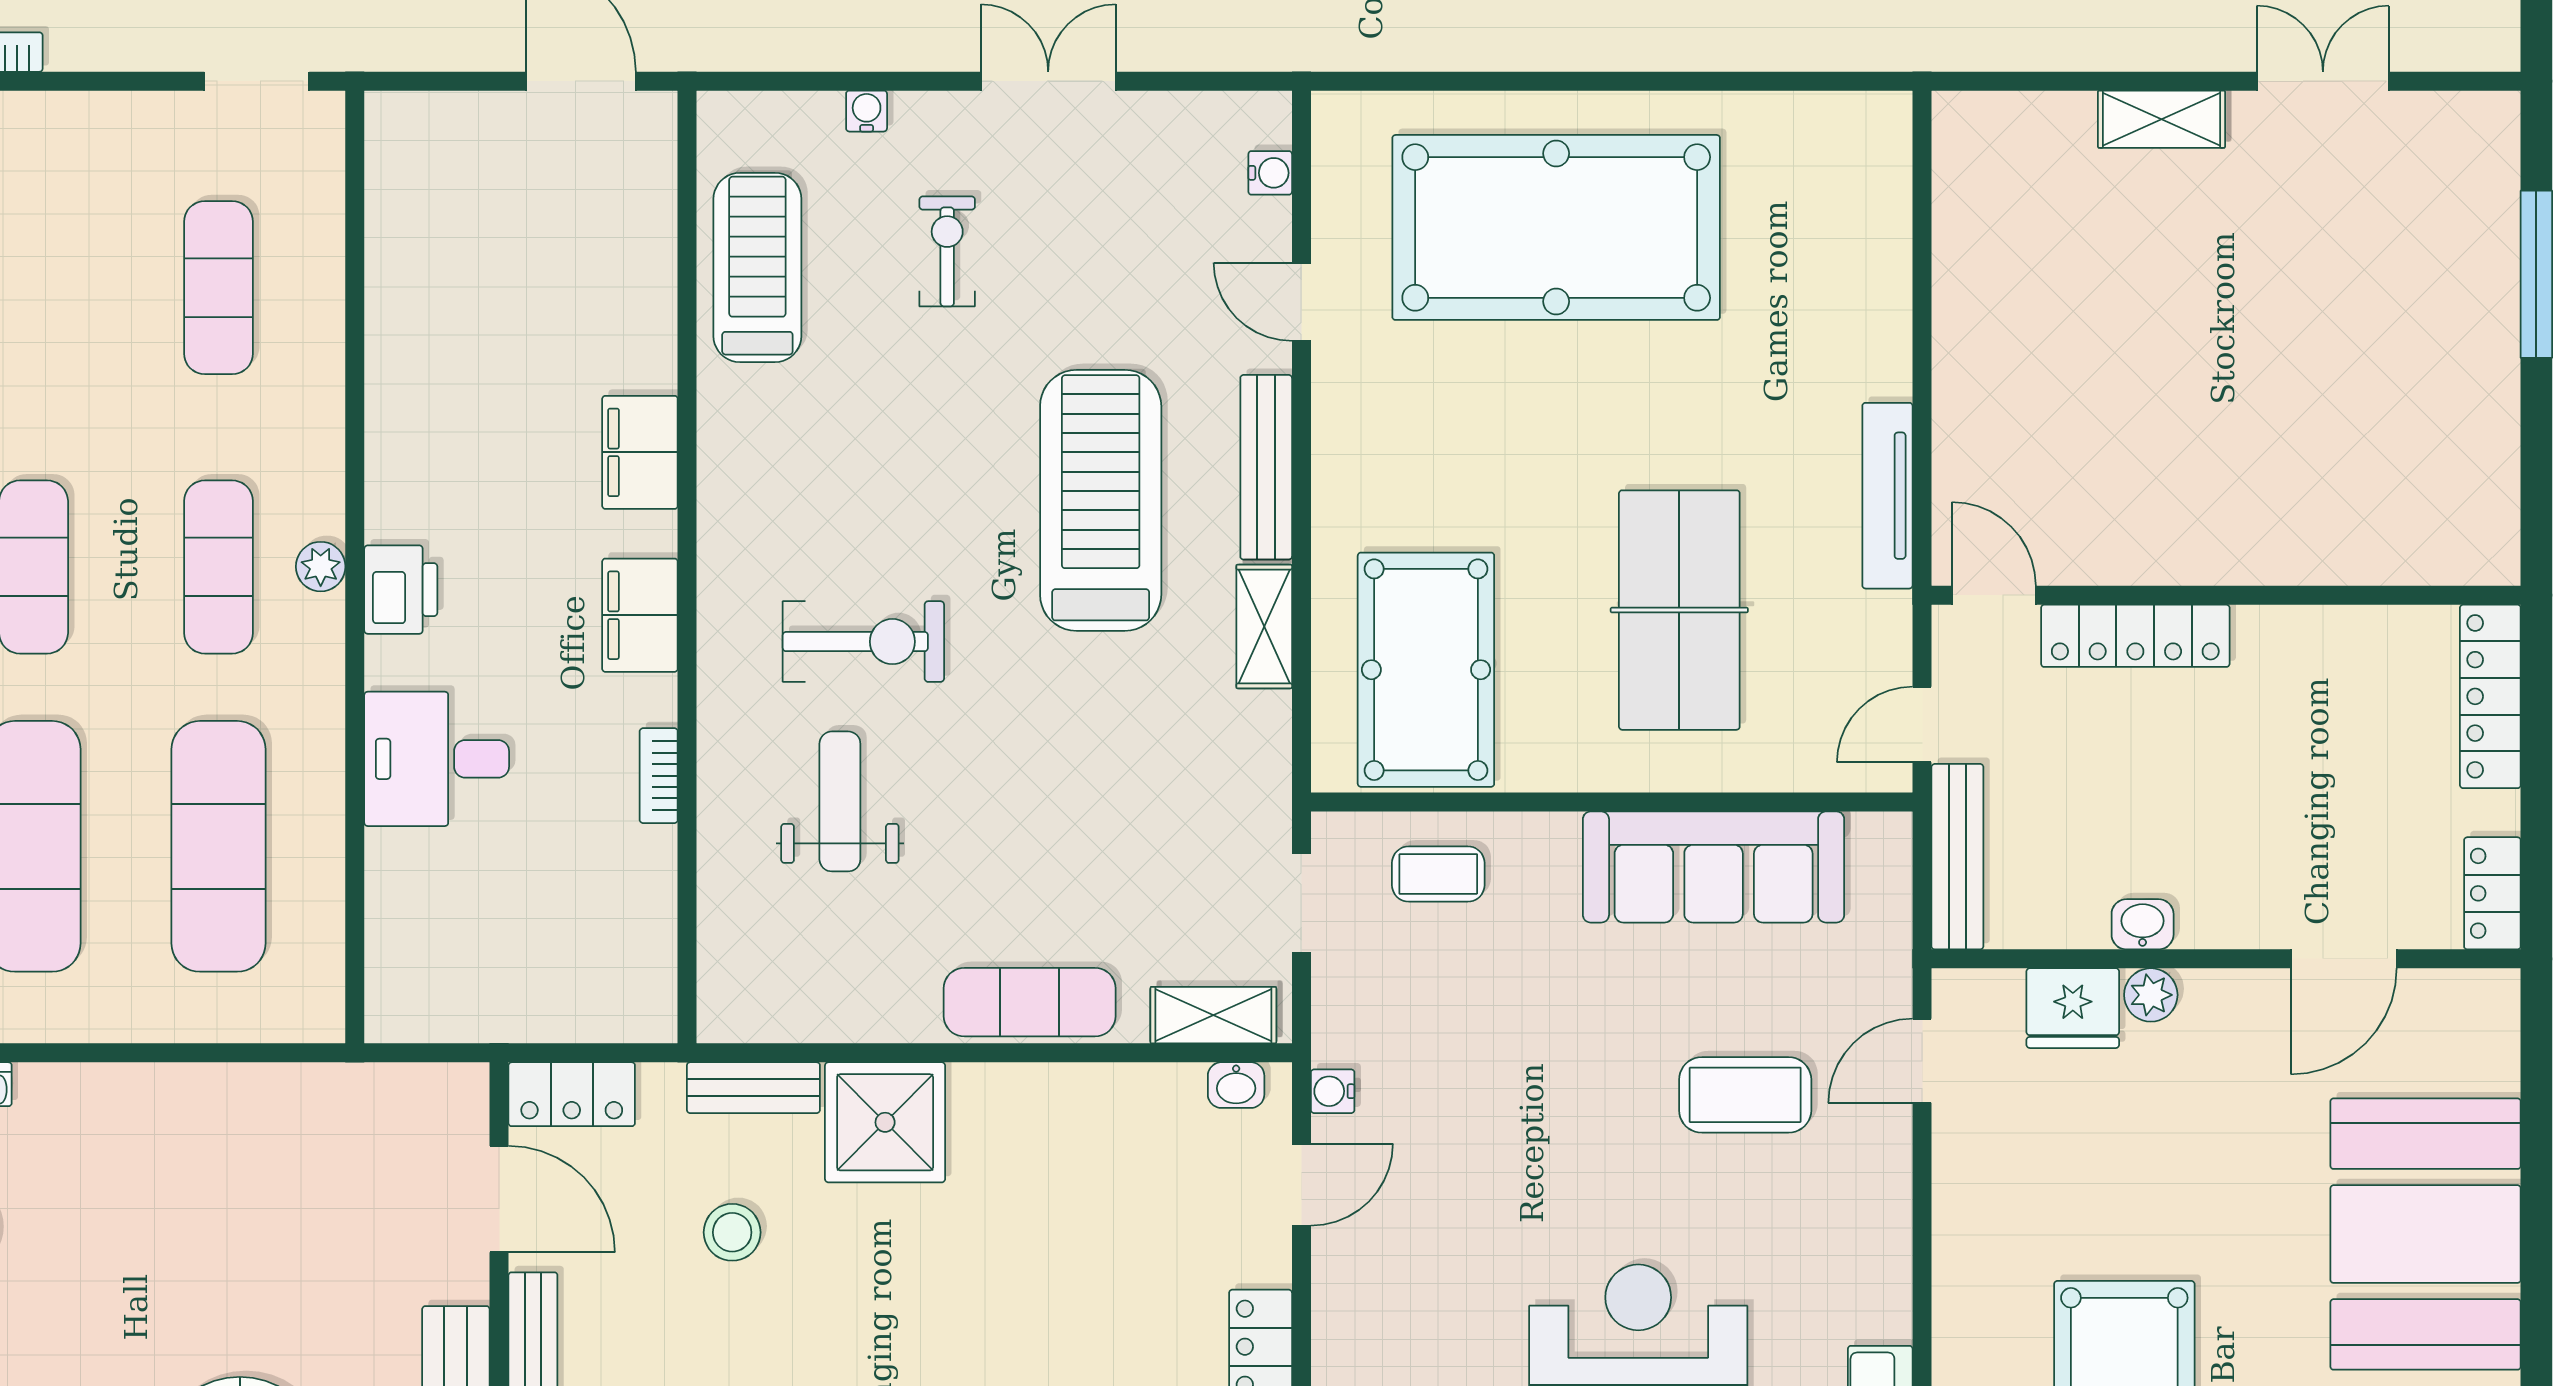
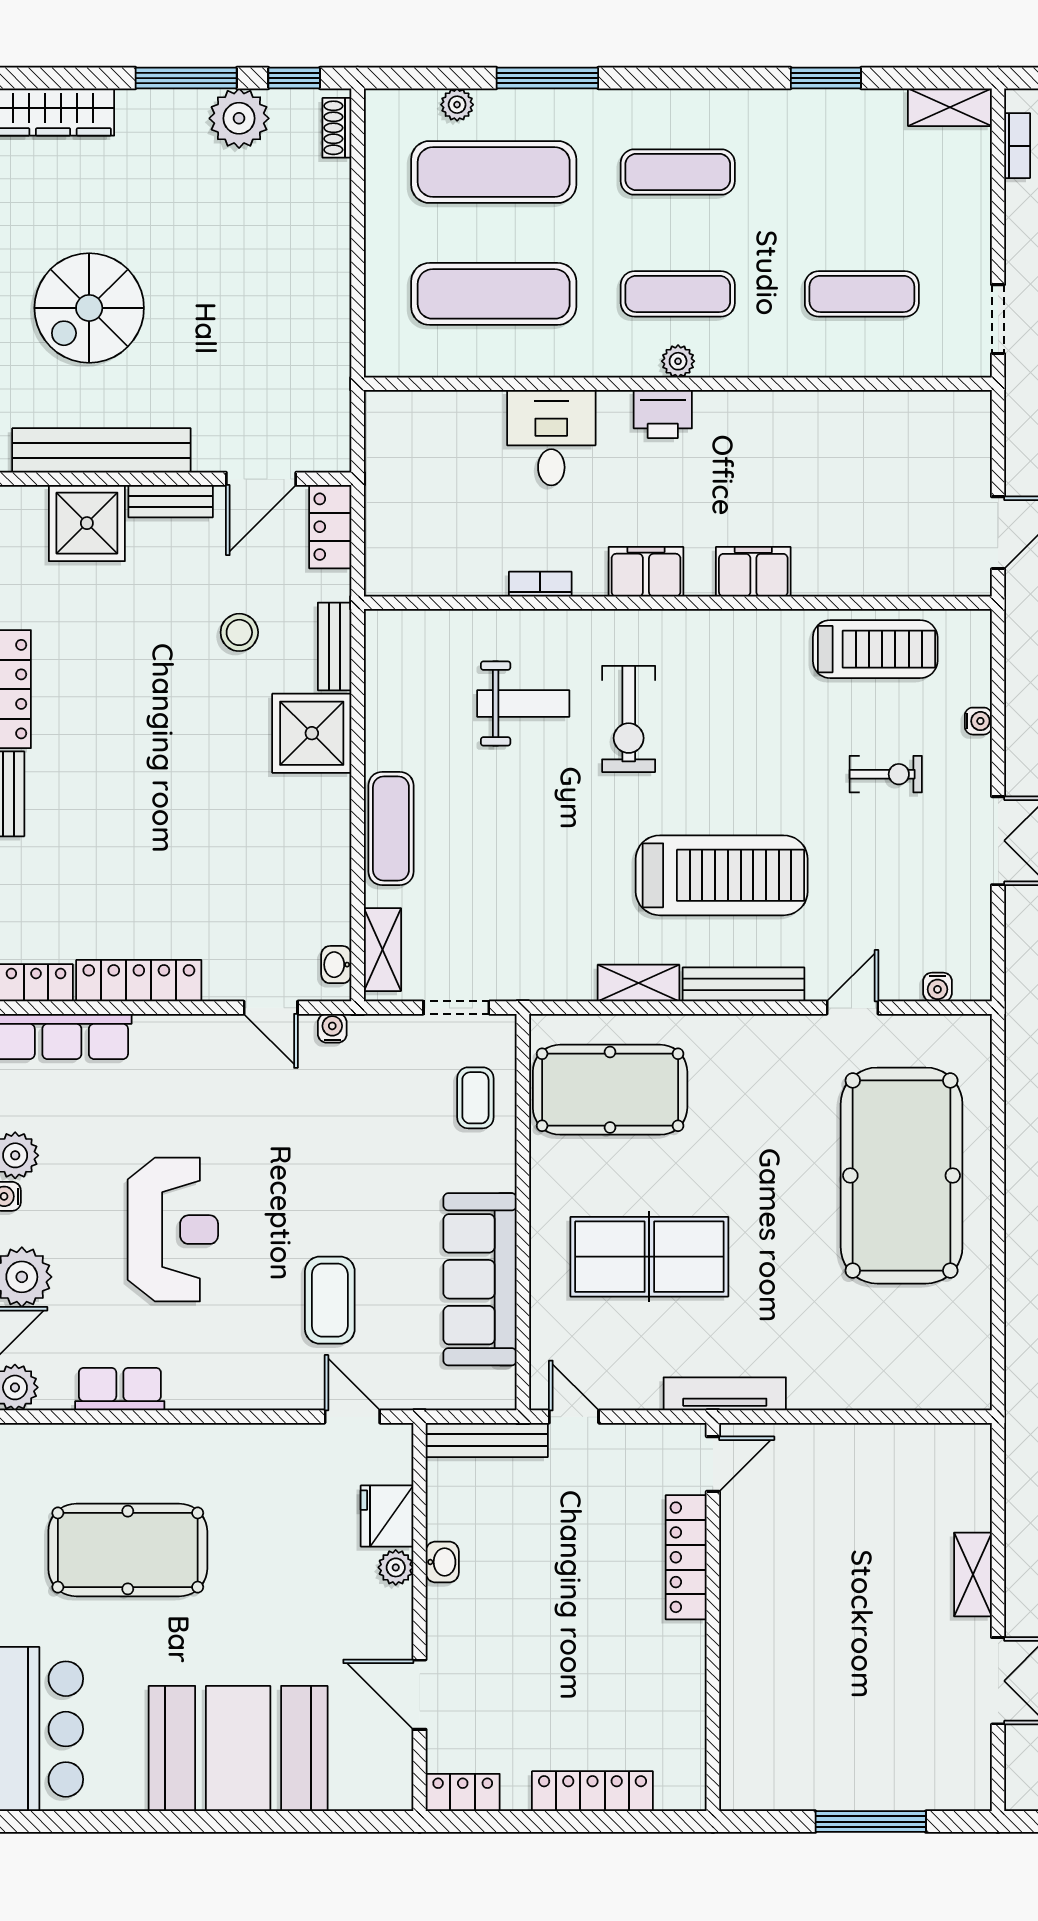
door: (1994, 595) -> (713, 1464), moved
wall: (2226, 595) -> (713, 1617), moved
locker: (2135, 636) -> (686, 1557), moved

